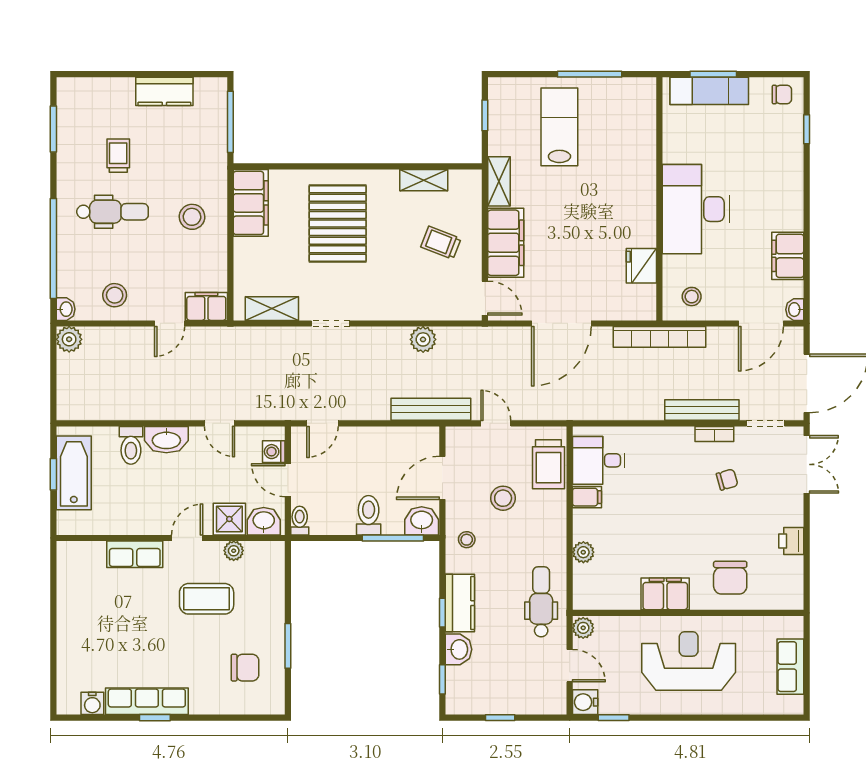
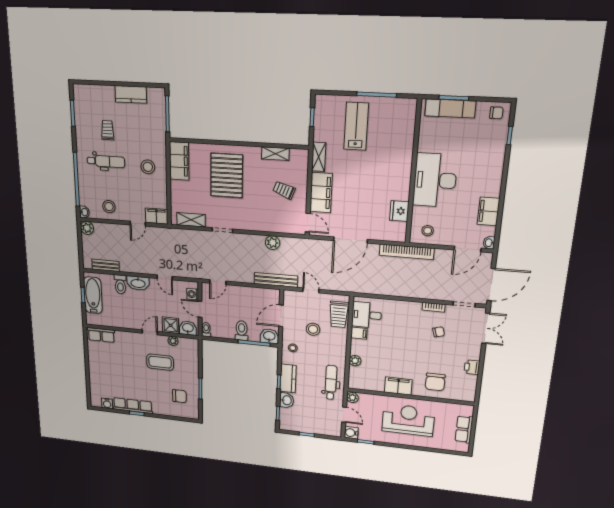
bench: (702, 410) -> (106, 265), moved, width x0.73
row of seats: (135, 554) -> (101, 335), moved

